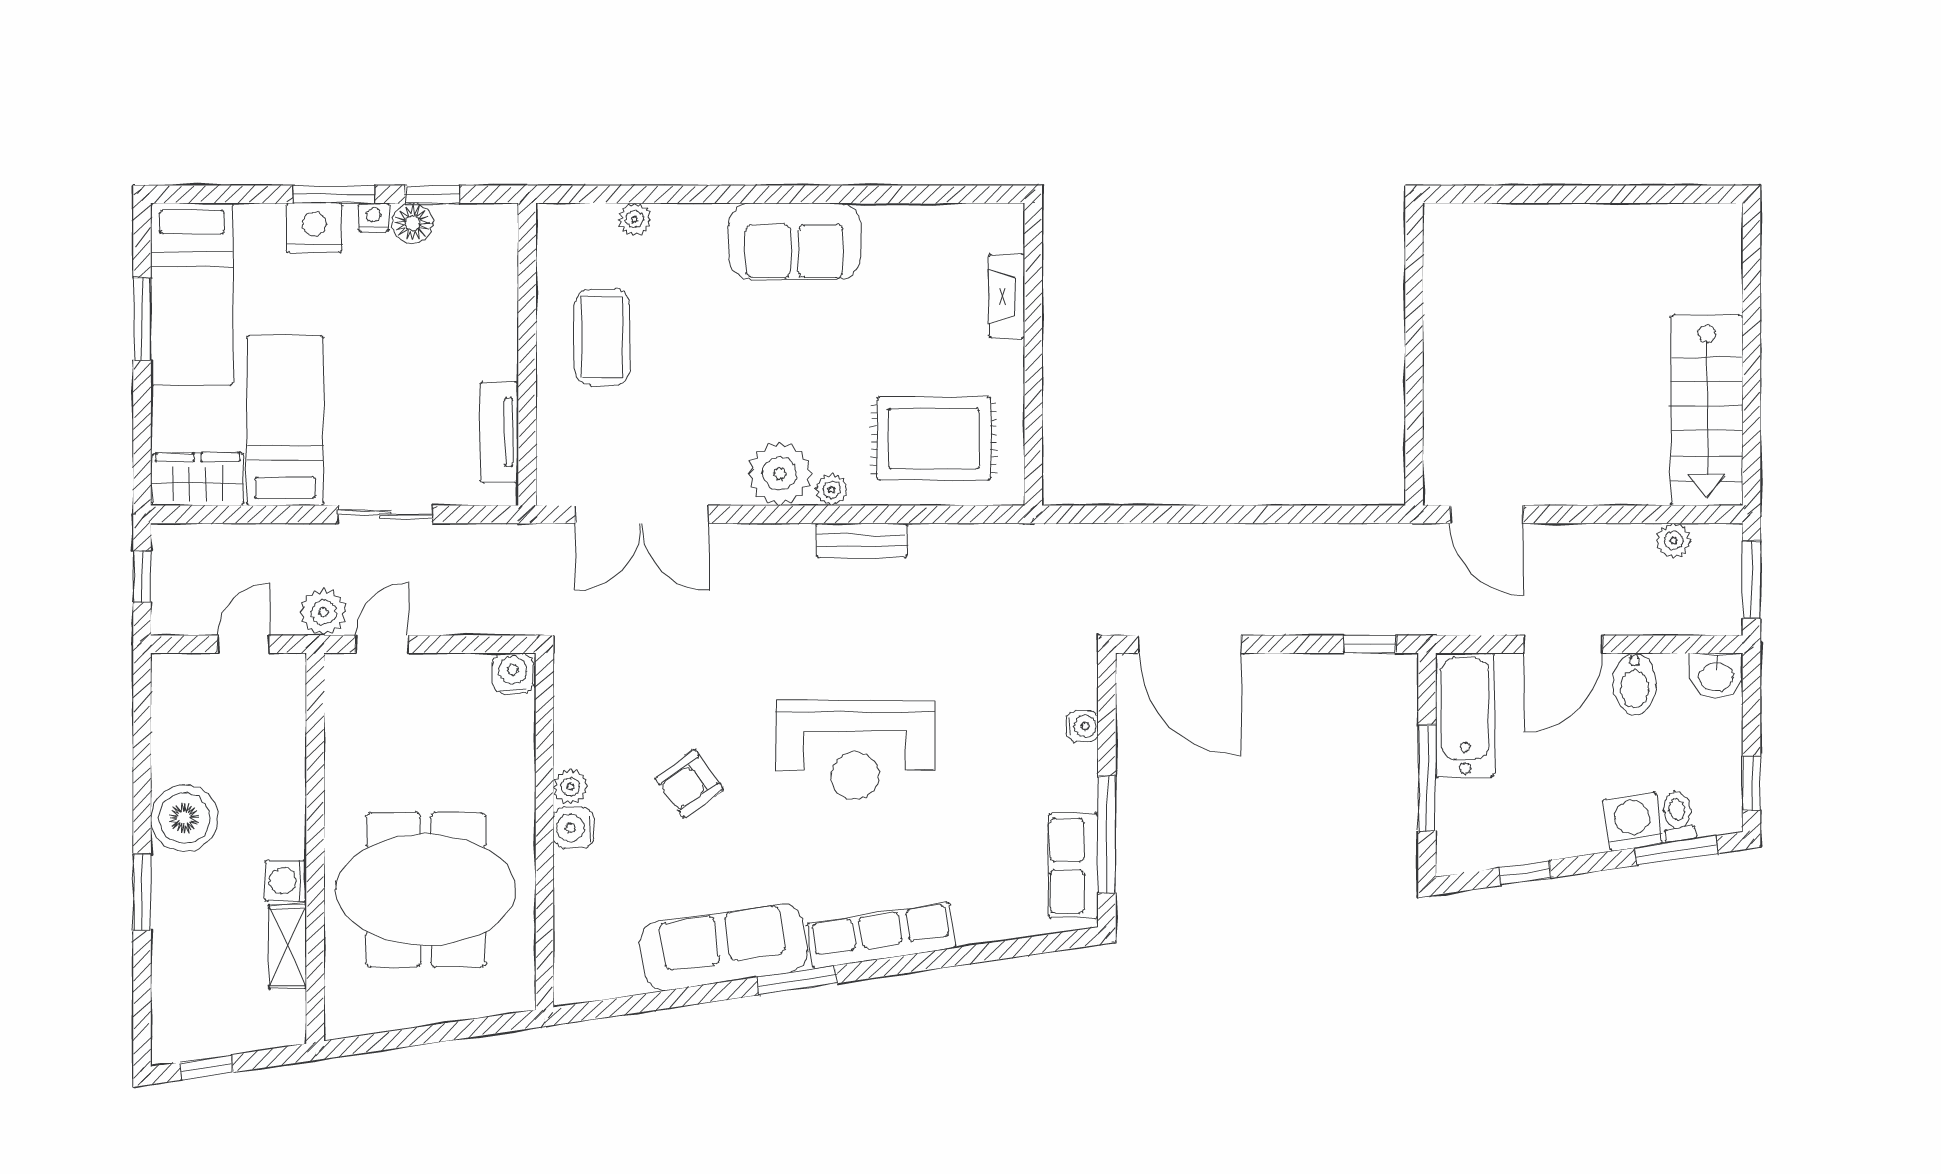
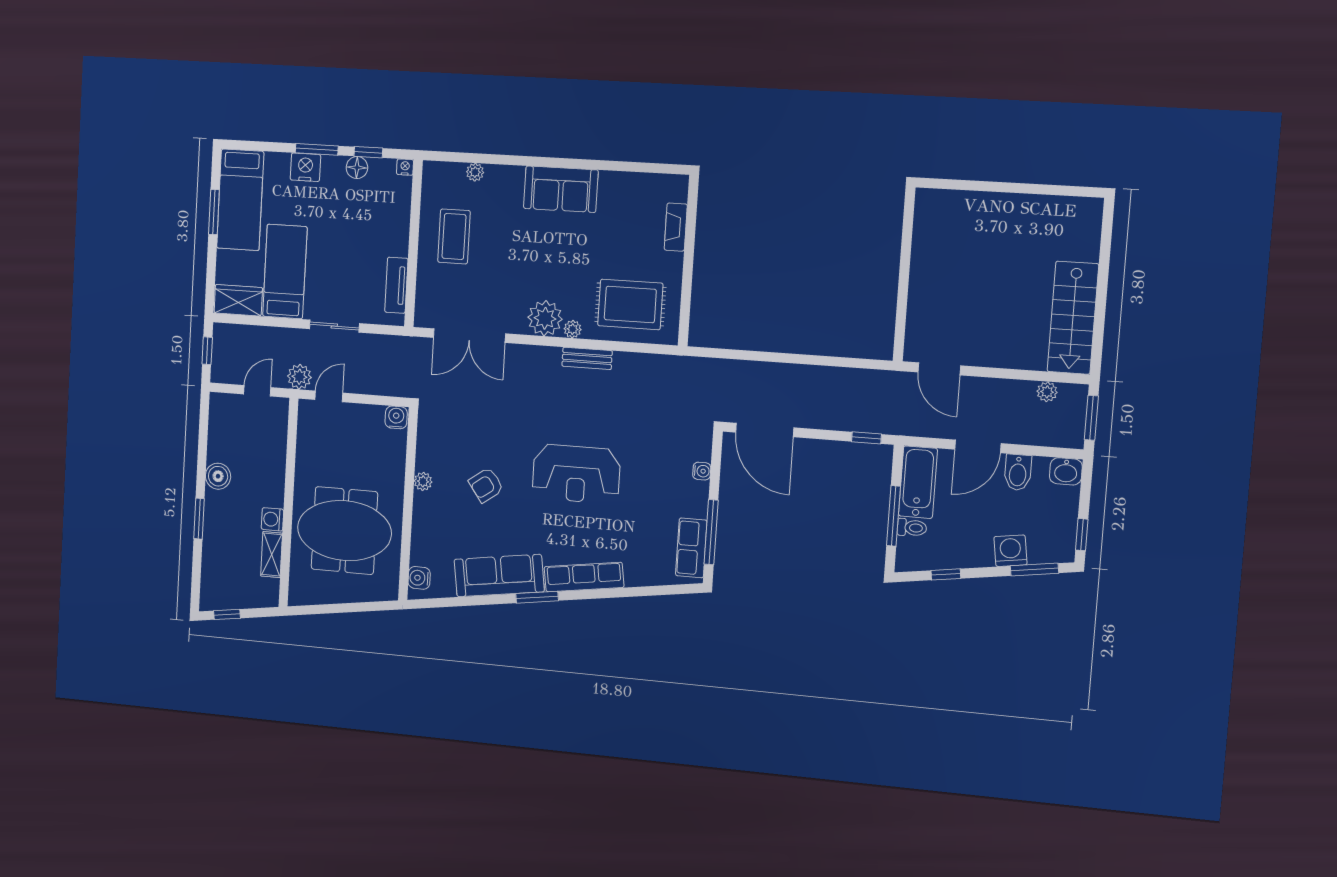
nightstand: (373, 217) -> (405, 167), moved
toilet: (1678, 816) -> (912, 528), moved, turned 98
boiler: (184, 818) -> (218, 476), width x0.73, depth x0.73
water cooler: (574, 828) -> (419, 578), moved

